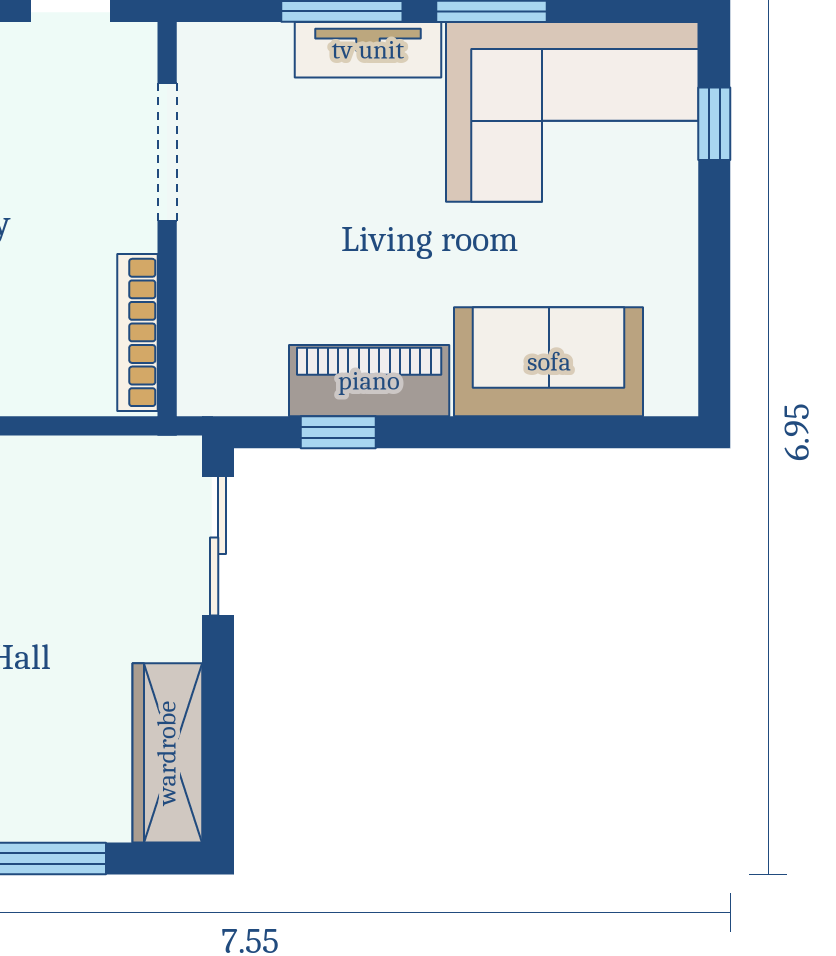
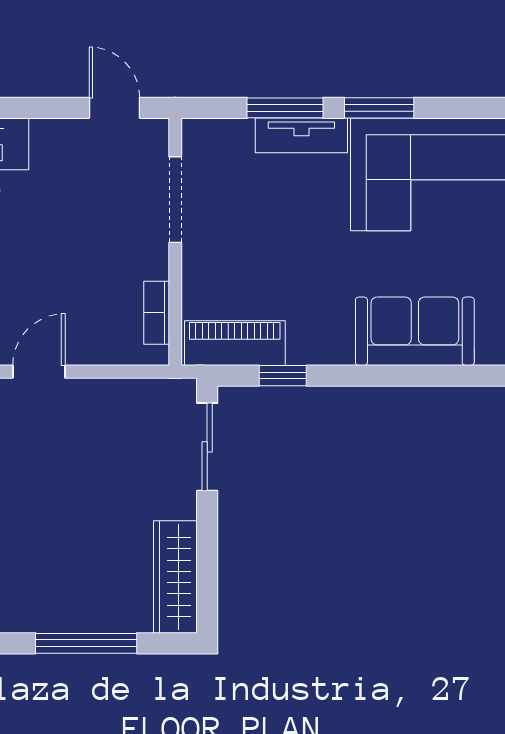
bookcase: (137, 332) -> (157, 313), width x0.64
piano: (369, 381) -> (235, 343), moved

